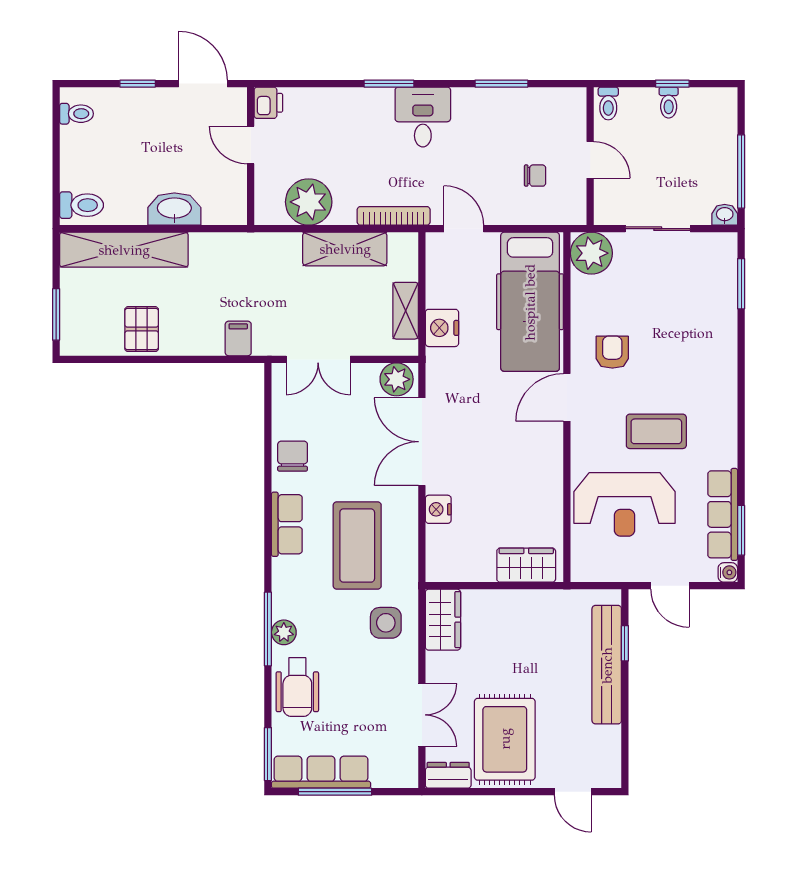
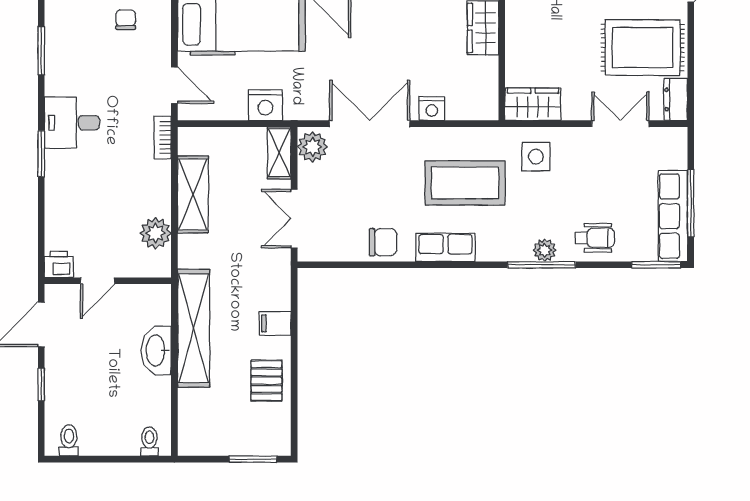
plant: (309, 202) -> (156, 233), width x0.73, depth x0.73
toilet: (82, 205) -> (149, 441), width x0.73, depth x0.72
bookcase: (394, 216) -> (163, 137), width x0.64
door: (464, 229) -> (174, 85), swing flipped
shelving: (124, 250) -> (194, 328), moved
shelving: (406, 311) -> (279, 153), moved, turned 90
pallet: (142, 329) -> (266, 381), turned 90
filing cabinet: (238, 338) -> (275, 323), moved
double door: (318, 359) -> (294, 219), swing flipped
double door: (422, 442) -> (370, 124), swing flipped
chair: (293, 456) -> (383, 242), turned 180
wheelchair: (297, 687) -> (595, 238), width x0.73, depth x0.73

